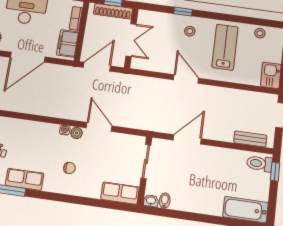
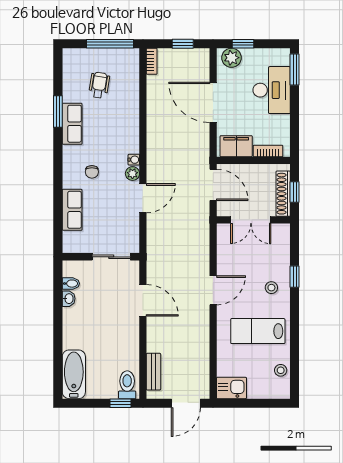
lab bench: (225, 47) -> (258, 331), turned 180
row of seats: (120, 193) -> (72, 210), moved
washbasin: (151, 201) -> (69, 299), moved

